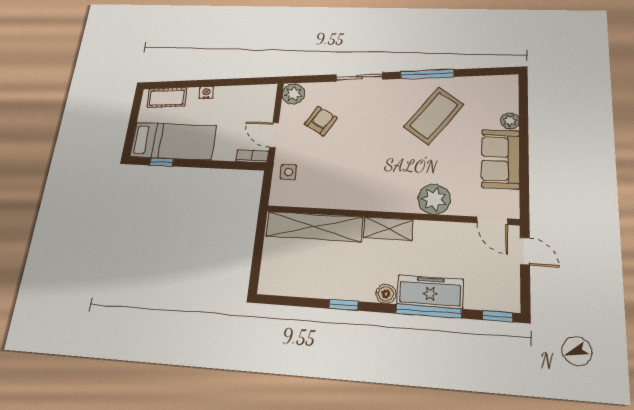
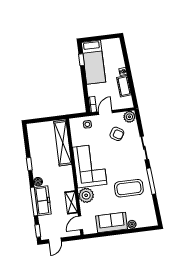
cot: (167, 98) -> (124, 86), moved
coffee table: (434, 116) -> (129, 188), turned -36
corner sofa: (373, 182) -> (90, 166), added
shelving: (388, 229) -> (71, 202), moved
door: (525, 251) -> (55, 240), moved

